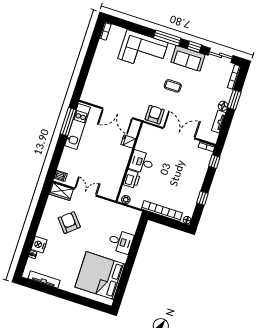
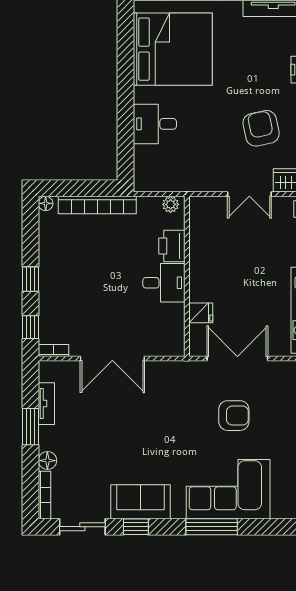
window: (167, 38) -> (212, 527), moved
coffee table: (173, 86) -> (152, 442), removed
window: (234, 100) -> (30, 427), moved
floor lamp: (223, 106) -> (47, 461), moved
armchair: (155, 115) -> (234, 416), moved, turned -90
window: (202, 198) -> (30, 279), moved
armchair: (69, 223) -> (261, 128), turned -152

